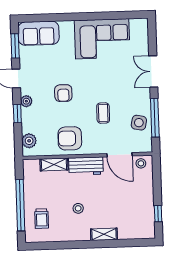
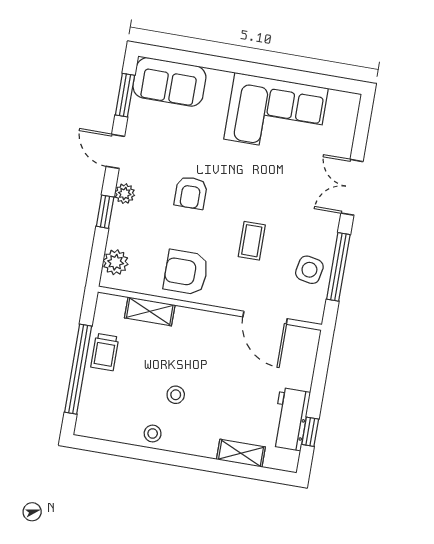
stool: (141, 163) -> (153, 433), moved
workbench: (86, 166) -> (291, 419), moved, turned 90
trolley: (42, 219) -> (105, 352), moved
shelving: (104, 234) -> (241, 453), moved

